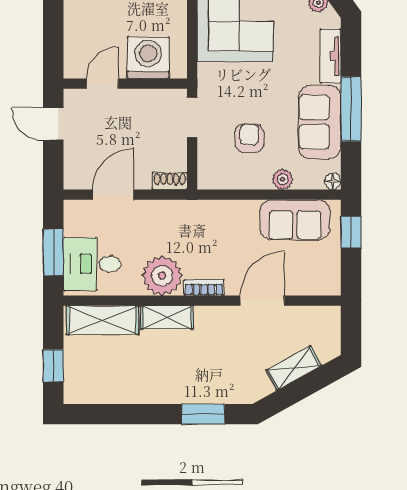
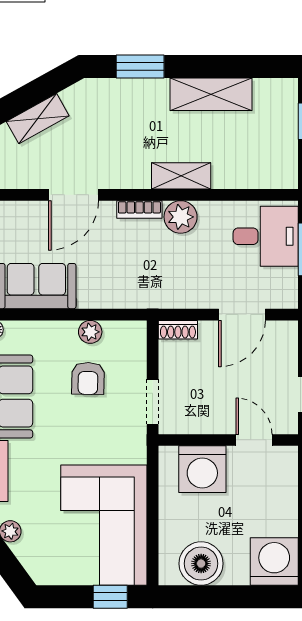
door: (102, 84) -> (254, 440), swing flipped
plant: (283, 179) -> (90, 332), moved
plant: (162, 276) -> (181, 217), width x0.73, depth x0.73
shelving: (103, 320) -> (211, 94), moved

